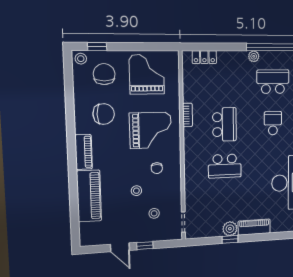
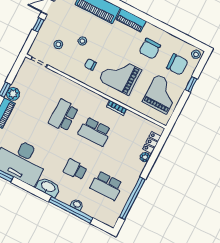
window: (97, 46) -> (191, 84), moved
plant: (254, 56) -> (145, 157), moved
grand piano: (147, 74) -> (161, 94), turned -90
school desk: (273, 82) -> (107, 186), turned 90
school desk: (273, 123) -> (75, 169), turned 180
grand piano: (151, 130) -> (120, 75), turned 90

